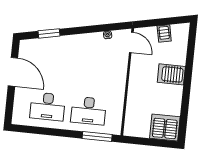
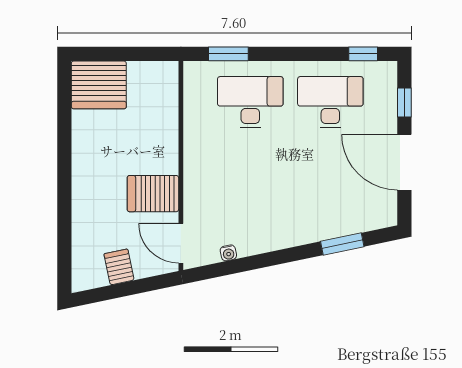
server rack: (171, 74) -> (153, 194), moved, turned 180
window: (10, 102) -> (404, 102), added
window: (28, 129) -> (363, 54), added
window: (97, 136) -> (228, 54), width x0.69

